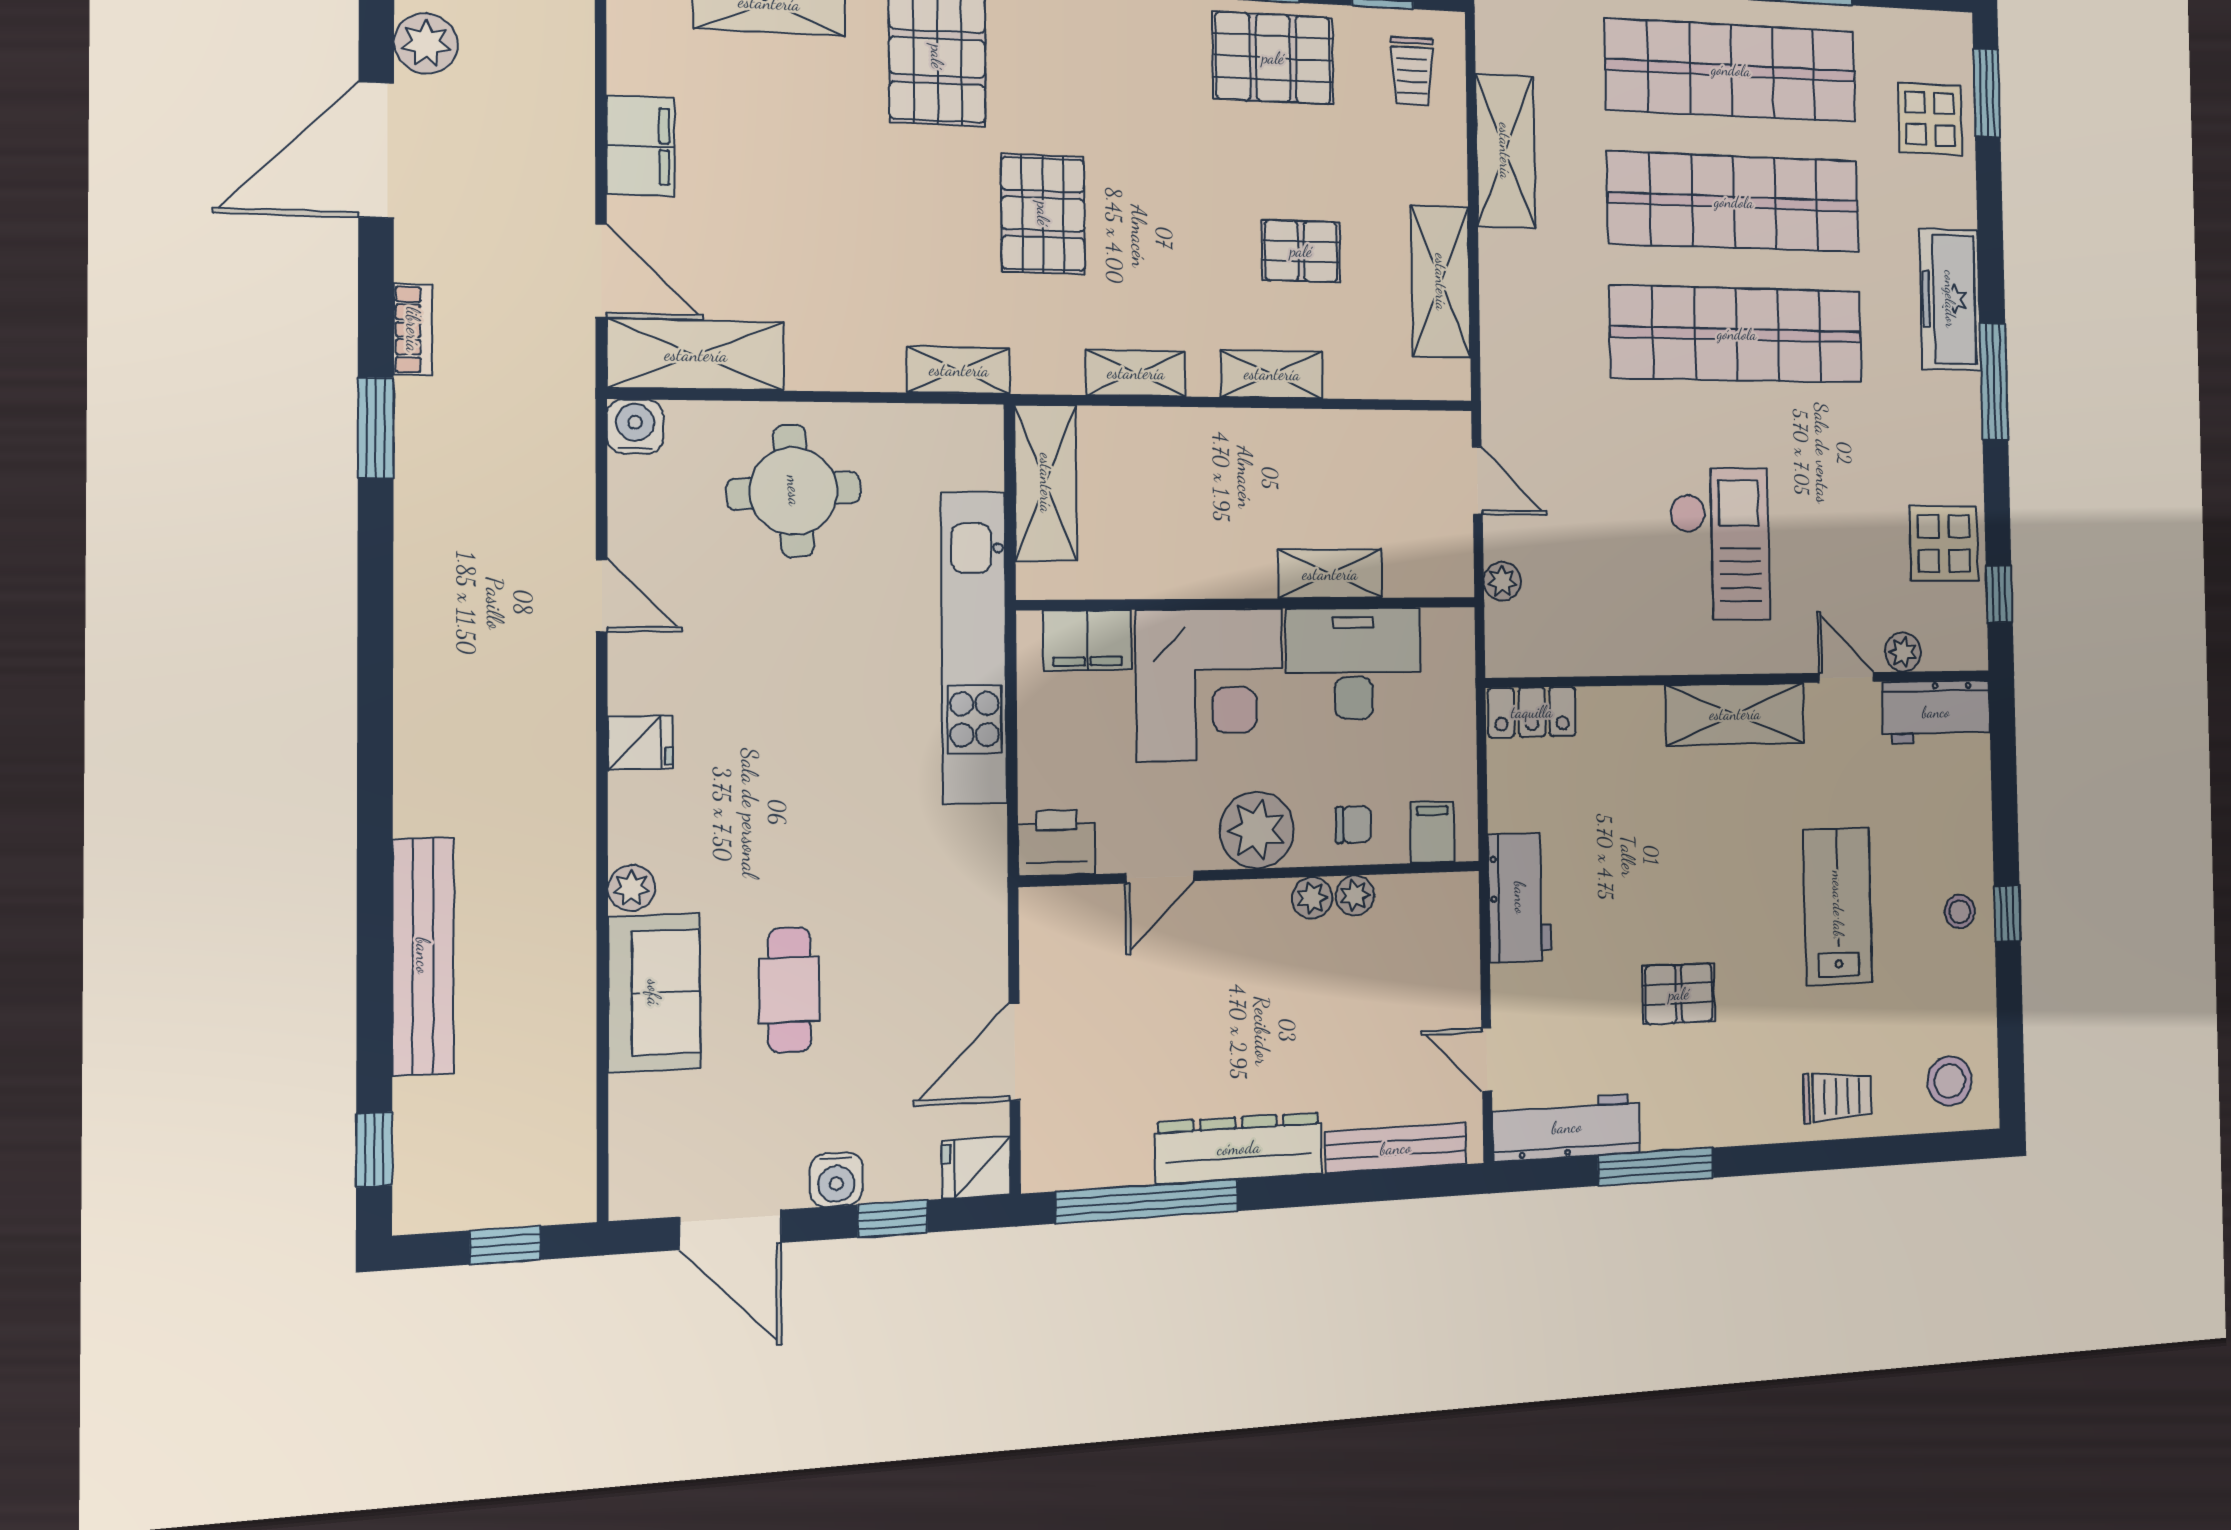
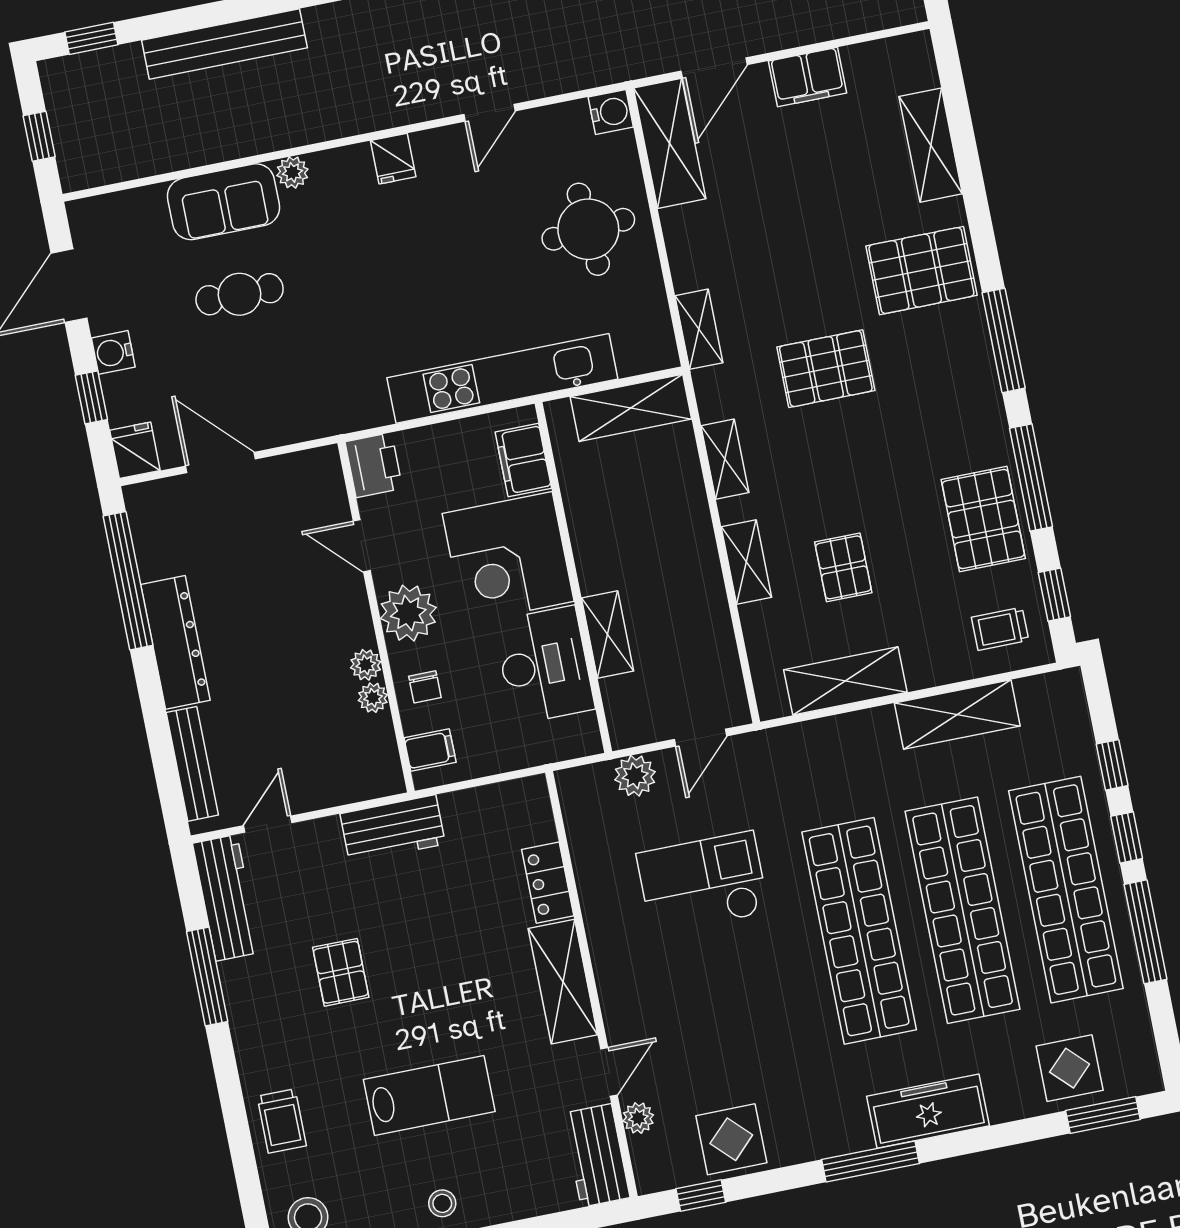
checkout: (1720, 544) -> (703, 883), moved, turned 180
plant: (1502, 581) -> (635, 776), width x1.38, depth x1.38
locker: (1532, 712) -> (548, 883), moved

